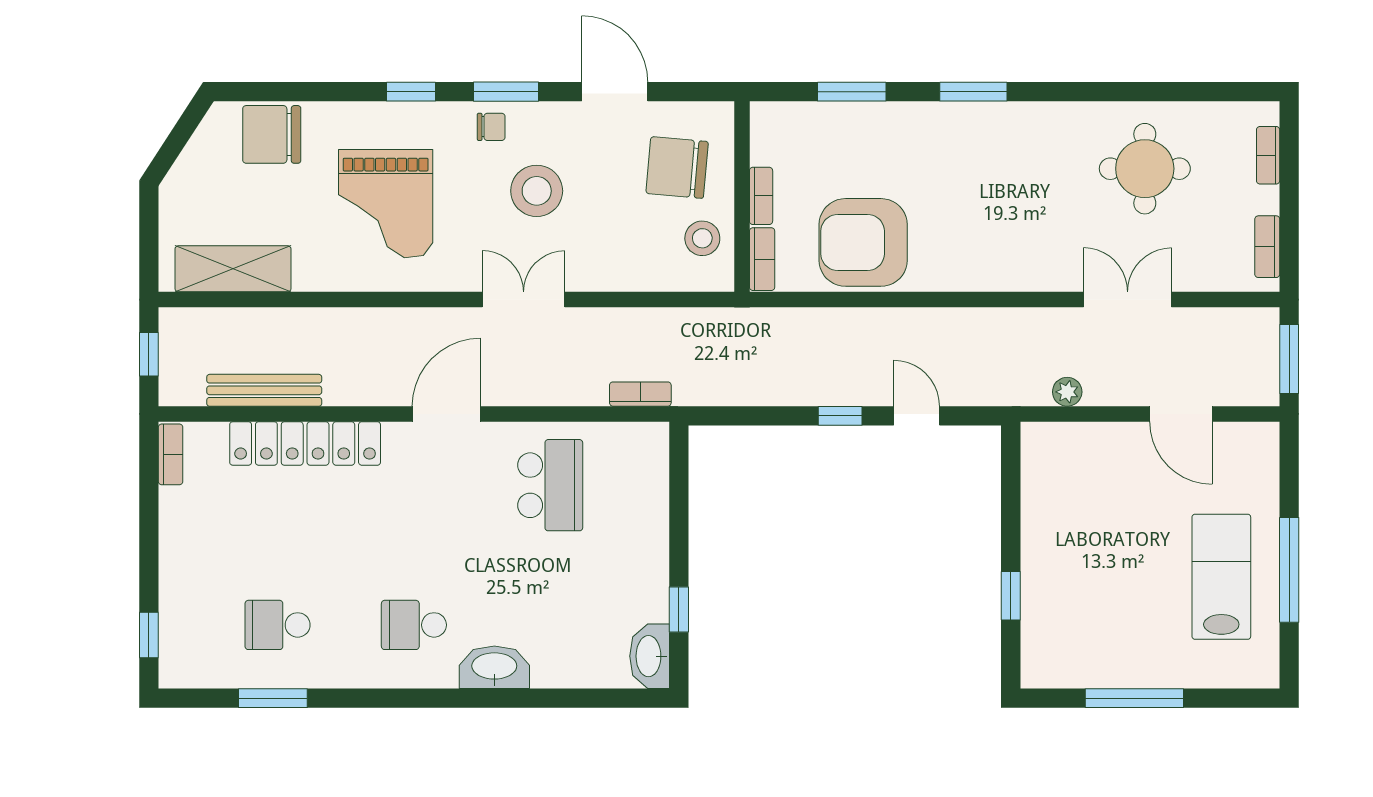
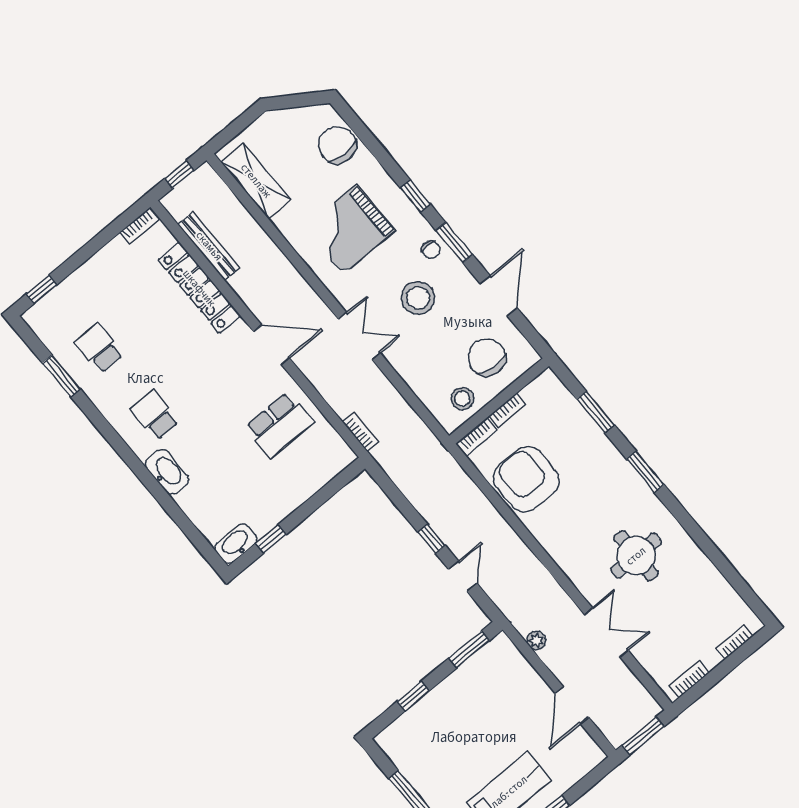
round table: (1145, 169) -> (636, 556), moved
window: (1011, 482) -> (469, 649), added

